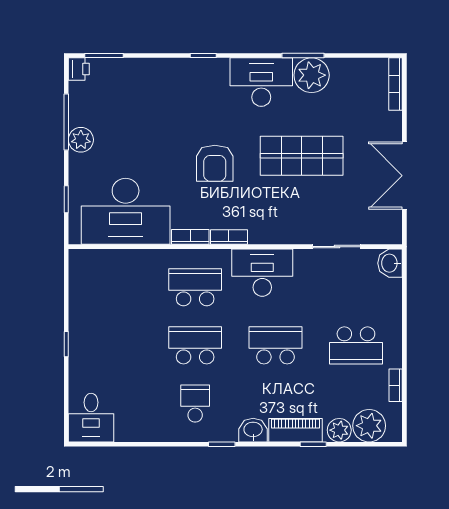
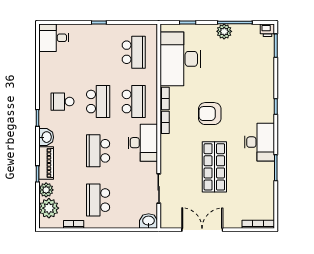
plant: (312, 75) -> (264, 173), removed
school desk: (115, 287) -> (134, 52), added
school desk: (276, 345) -> (98, 151), turned 180
school desk: (195, 403) -> (62, 102), turned 180

